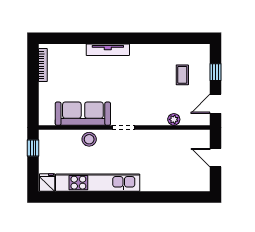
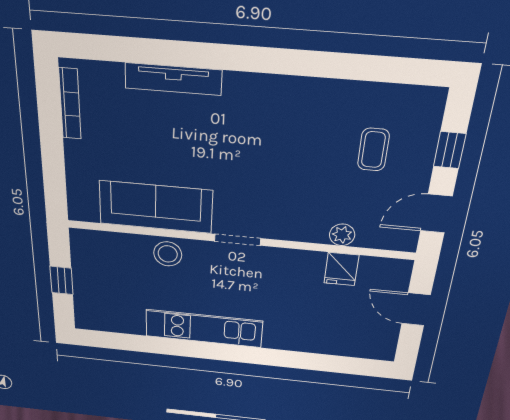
tv unit: (108, 50) -> (173, 79), moved
window: (33, 148) -> (62, 280), moved
fridge: (47, 182) -> (341, 269), moved, turned 180
kitchen unit: (98, 183) -> (204, 328), width x0.73

